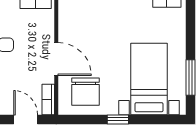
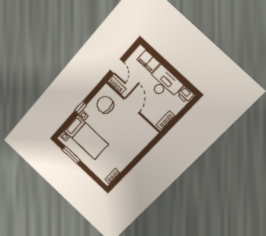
door: (56, 59) -> (132, 106), swing flipped
door: (26, 119) -> (117, 66), hinge flipped

